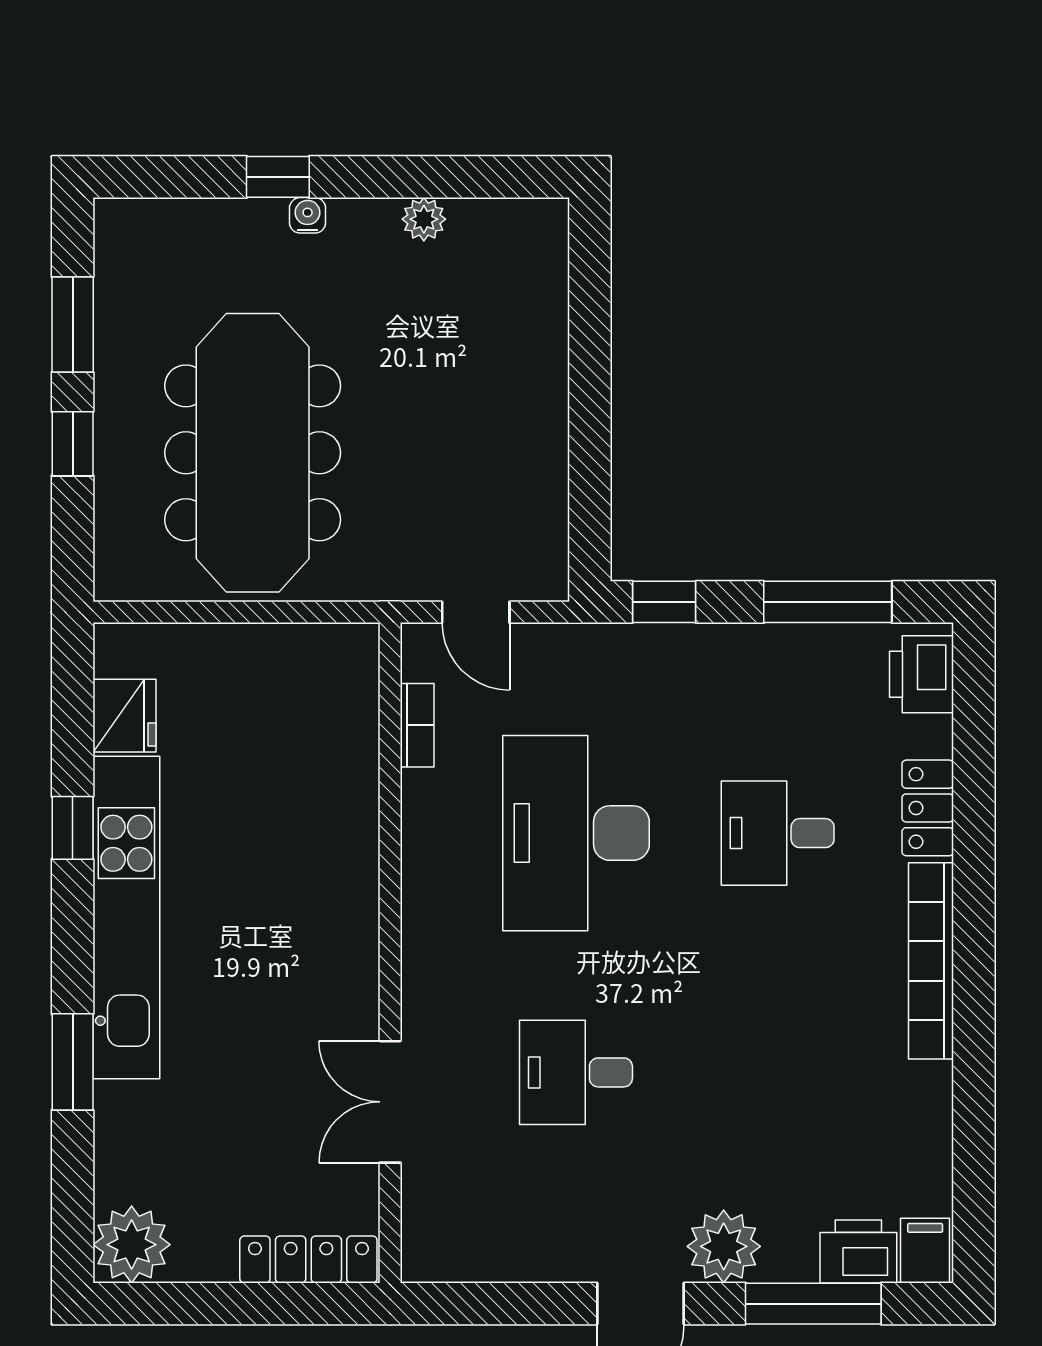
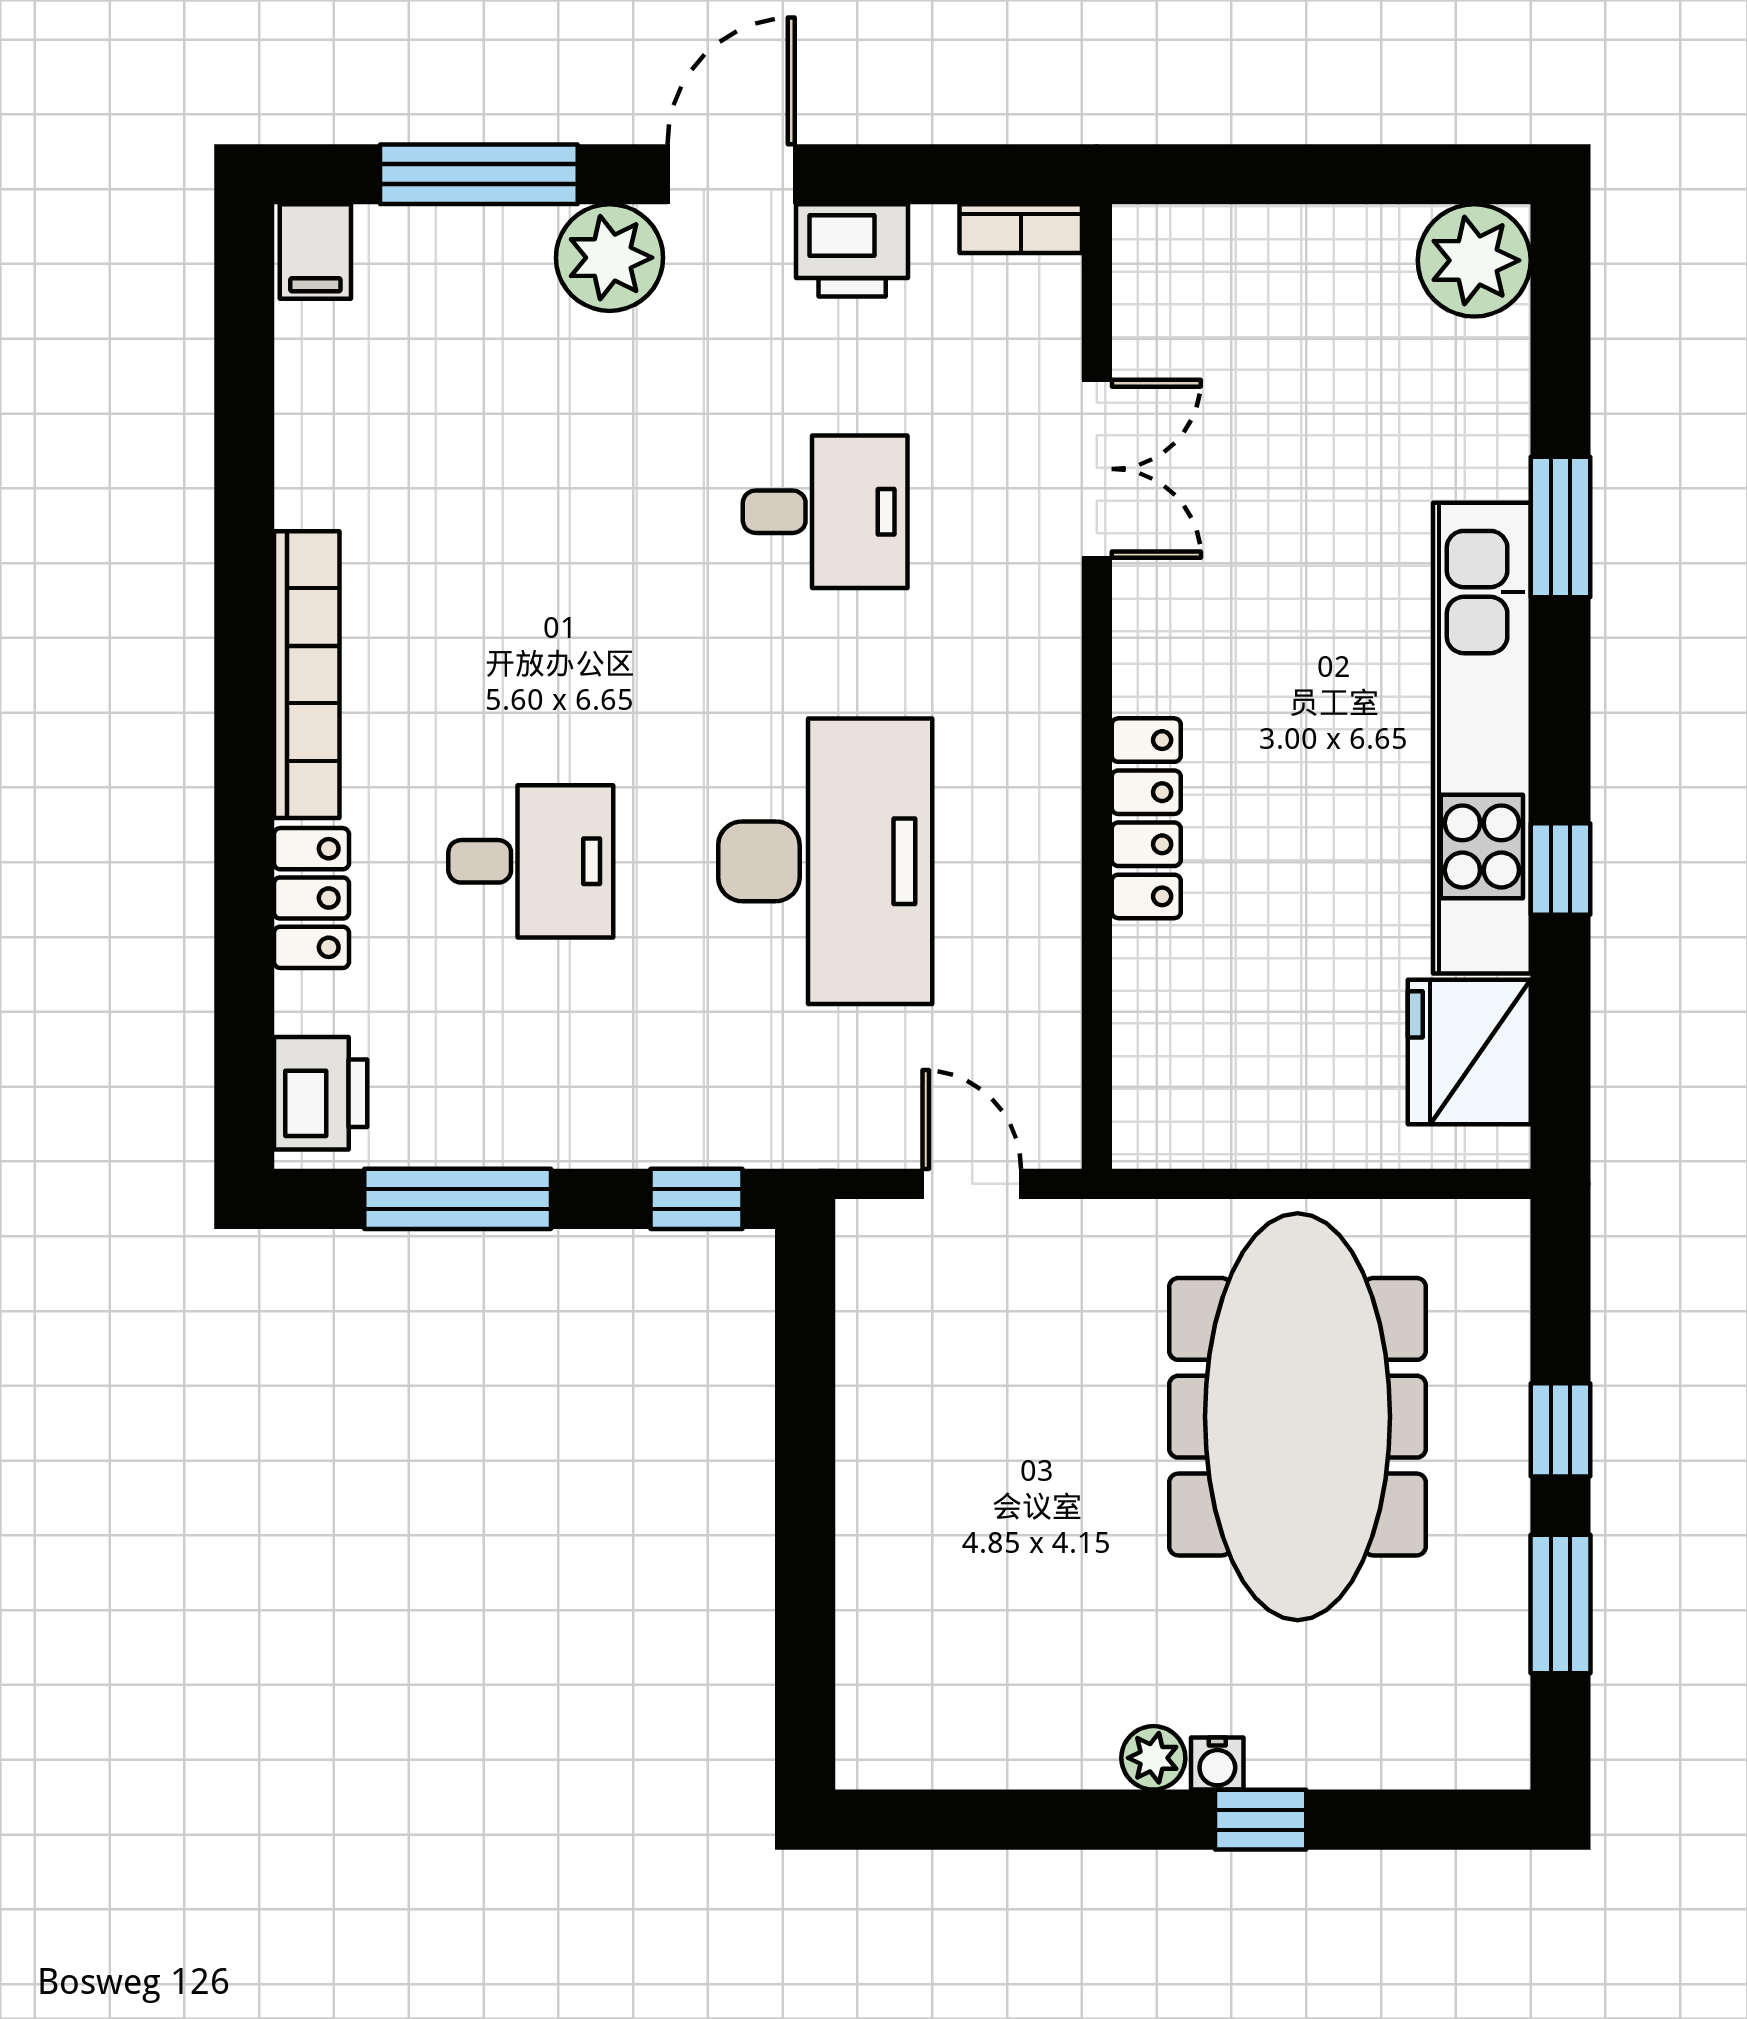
plant: (424, 219) -> (1153, 1758), moved
fridge: (124, 716) -> (1469, 1052), width x1.36, depth x1.34
bookcase: (417, 725) -> (1021, 229), moved, turned -90
printer: (858, 1251) -> (852, 250), moved
locker: (308, 1259) -> (1146, 818), moved, turned -90

